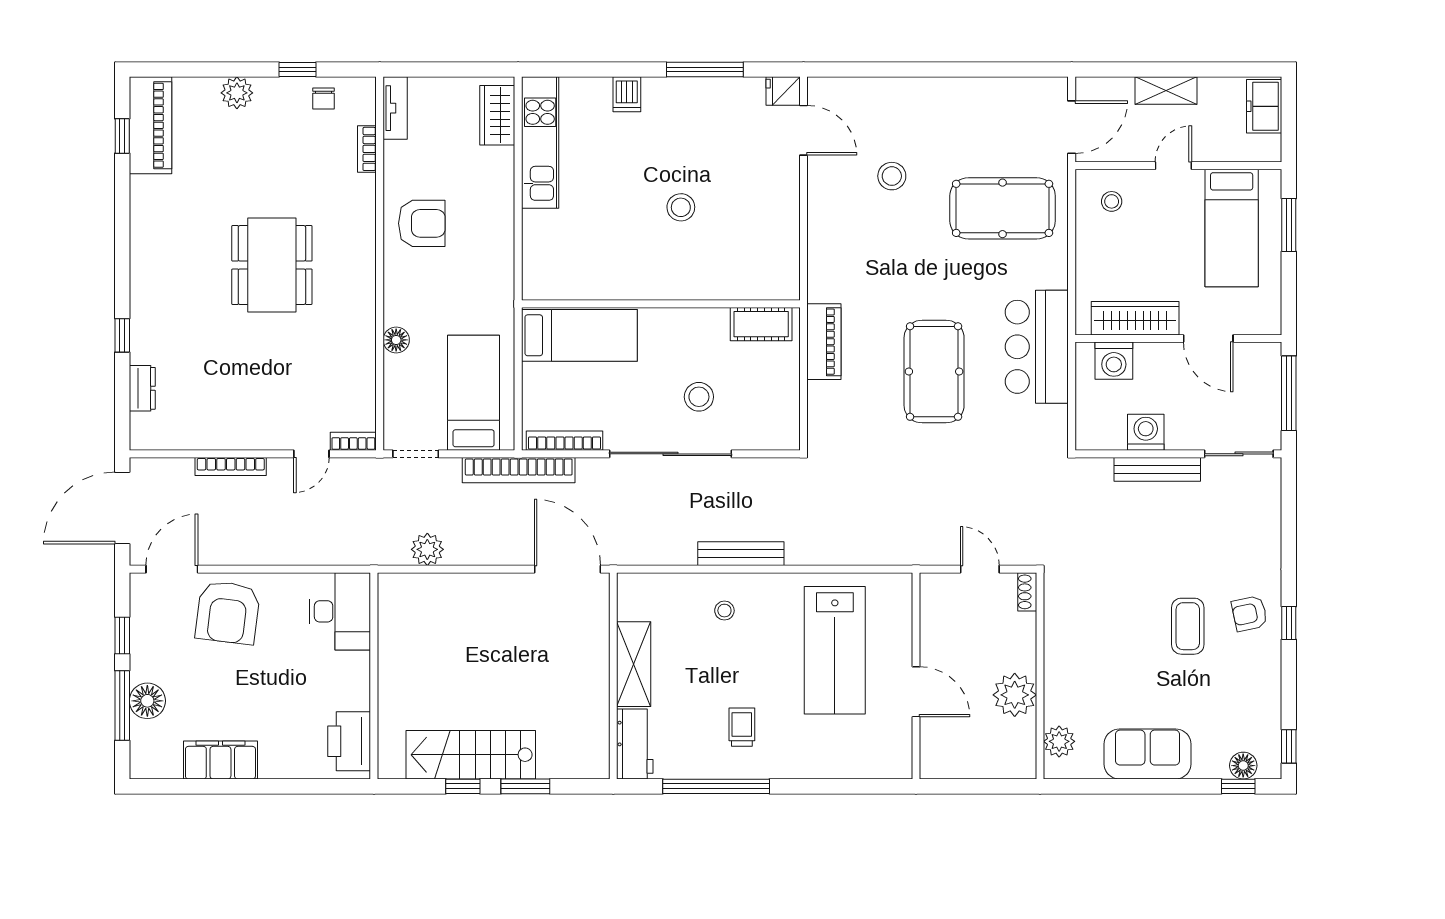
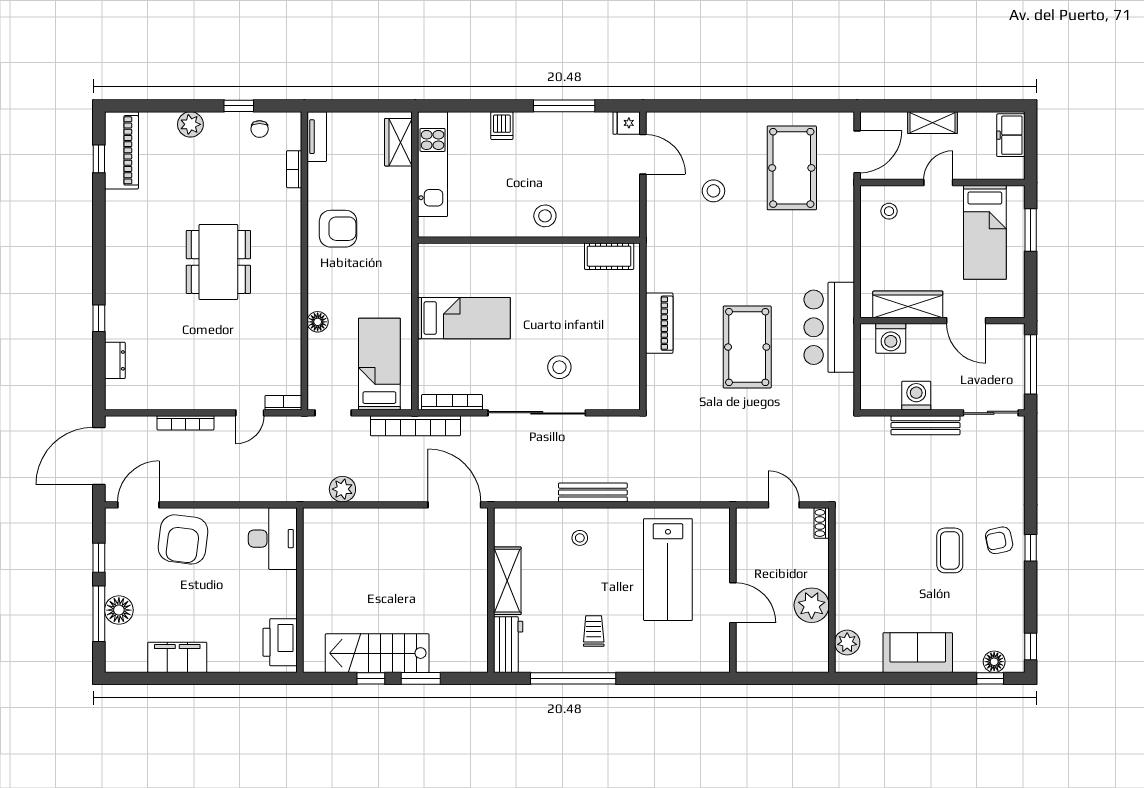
pool table: (1003, 208) -> (792, 168), moved, turned 90
wall: (661, 304) -> (529, 240), moved
cot: (761, 324) -> (609, 256), moved

